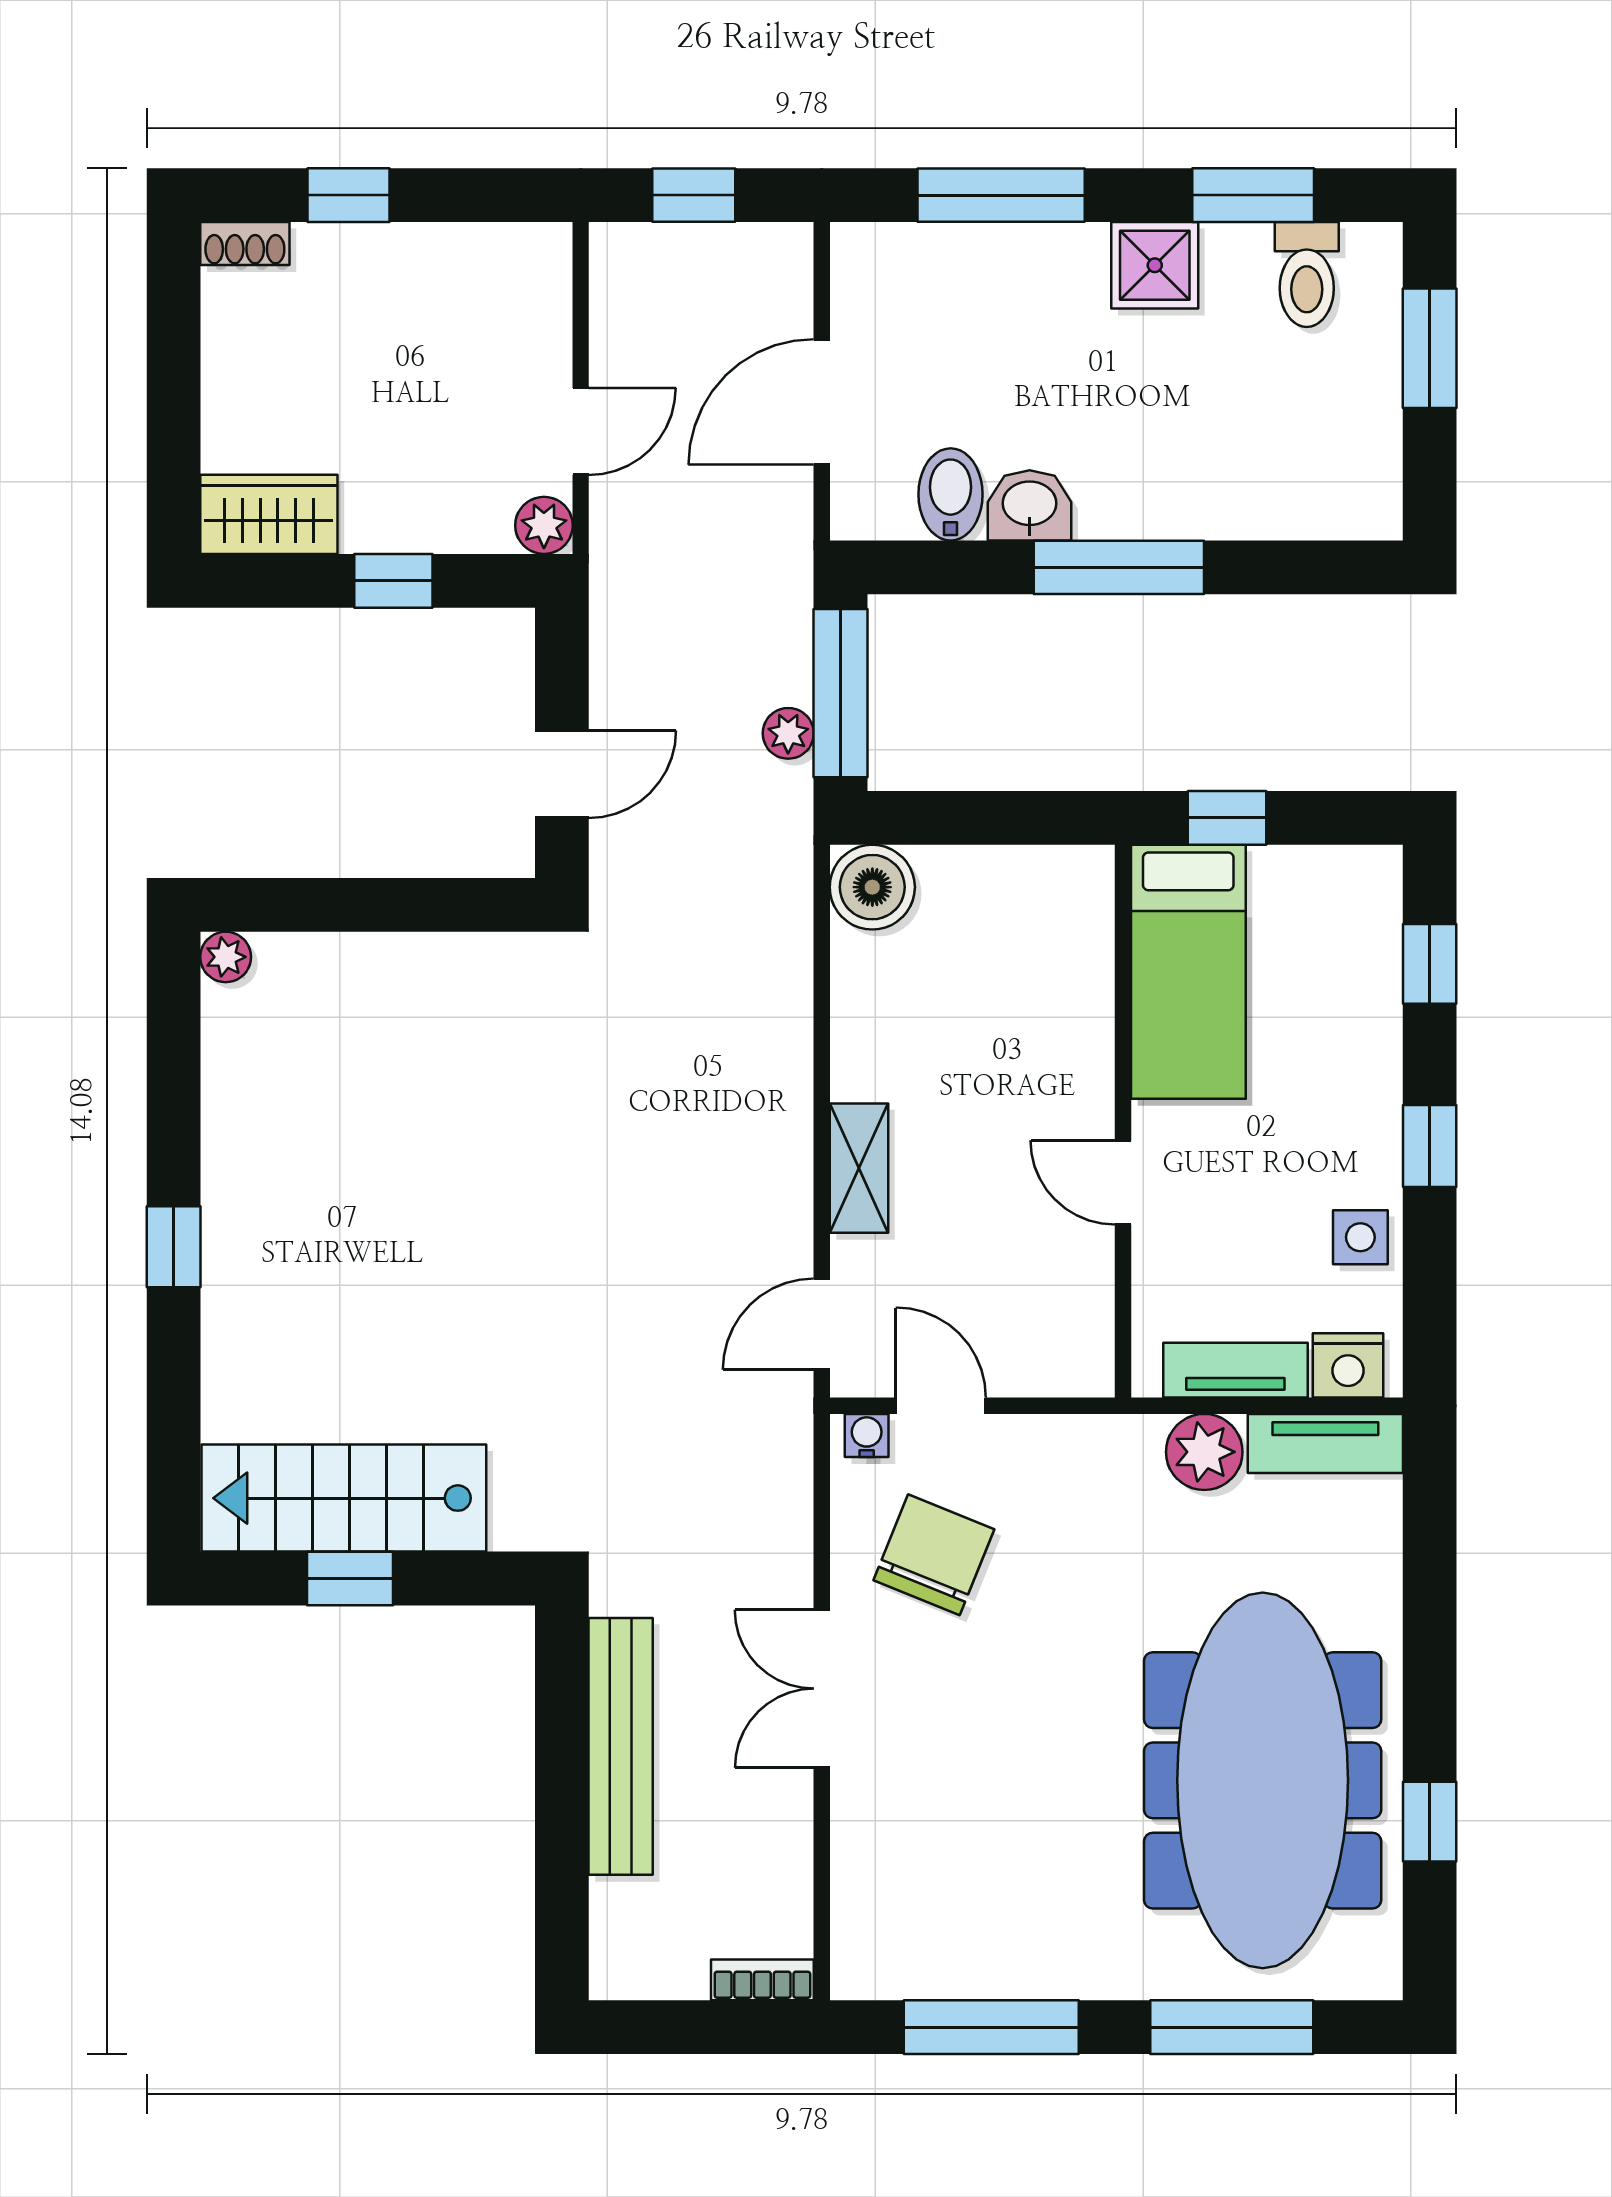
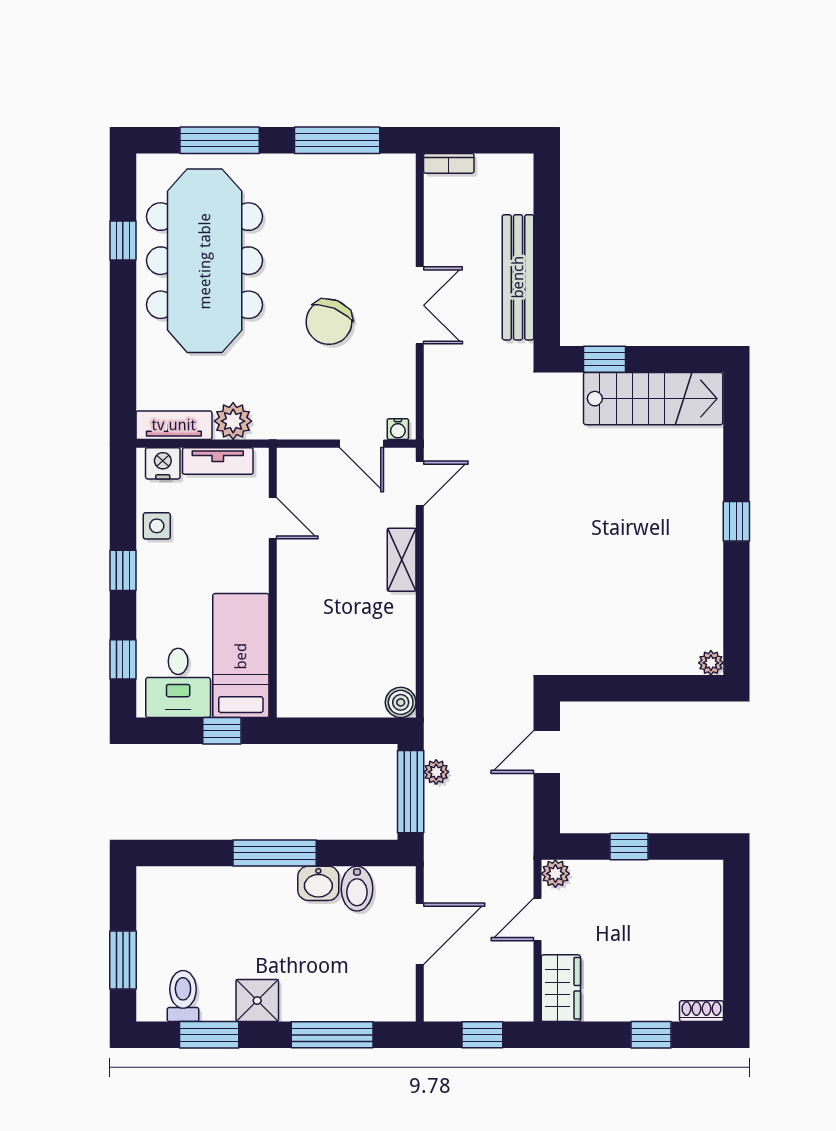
wardrobe: (269, 514) -> (561, 988), moved, turned -90
boiler: (872, 887) -> (401, 702), width x0.73, depth x0.73
desk: (1317, 916) -> (178, 683), added
door: (1123, 1182) -> (273, 518), moved
chair: (934, 1555) -> (329, 322), moved
window: (350, 1578) -> (605, 359), moved

